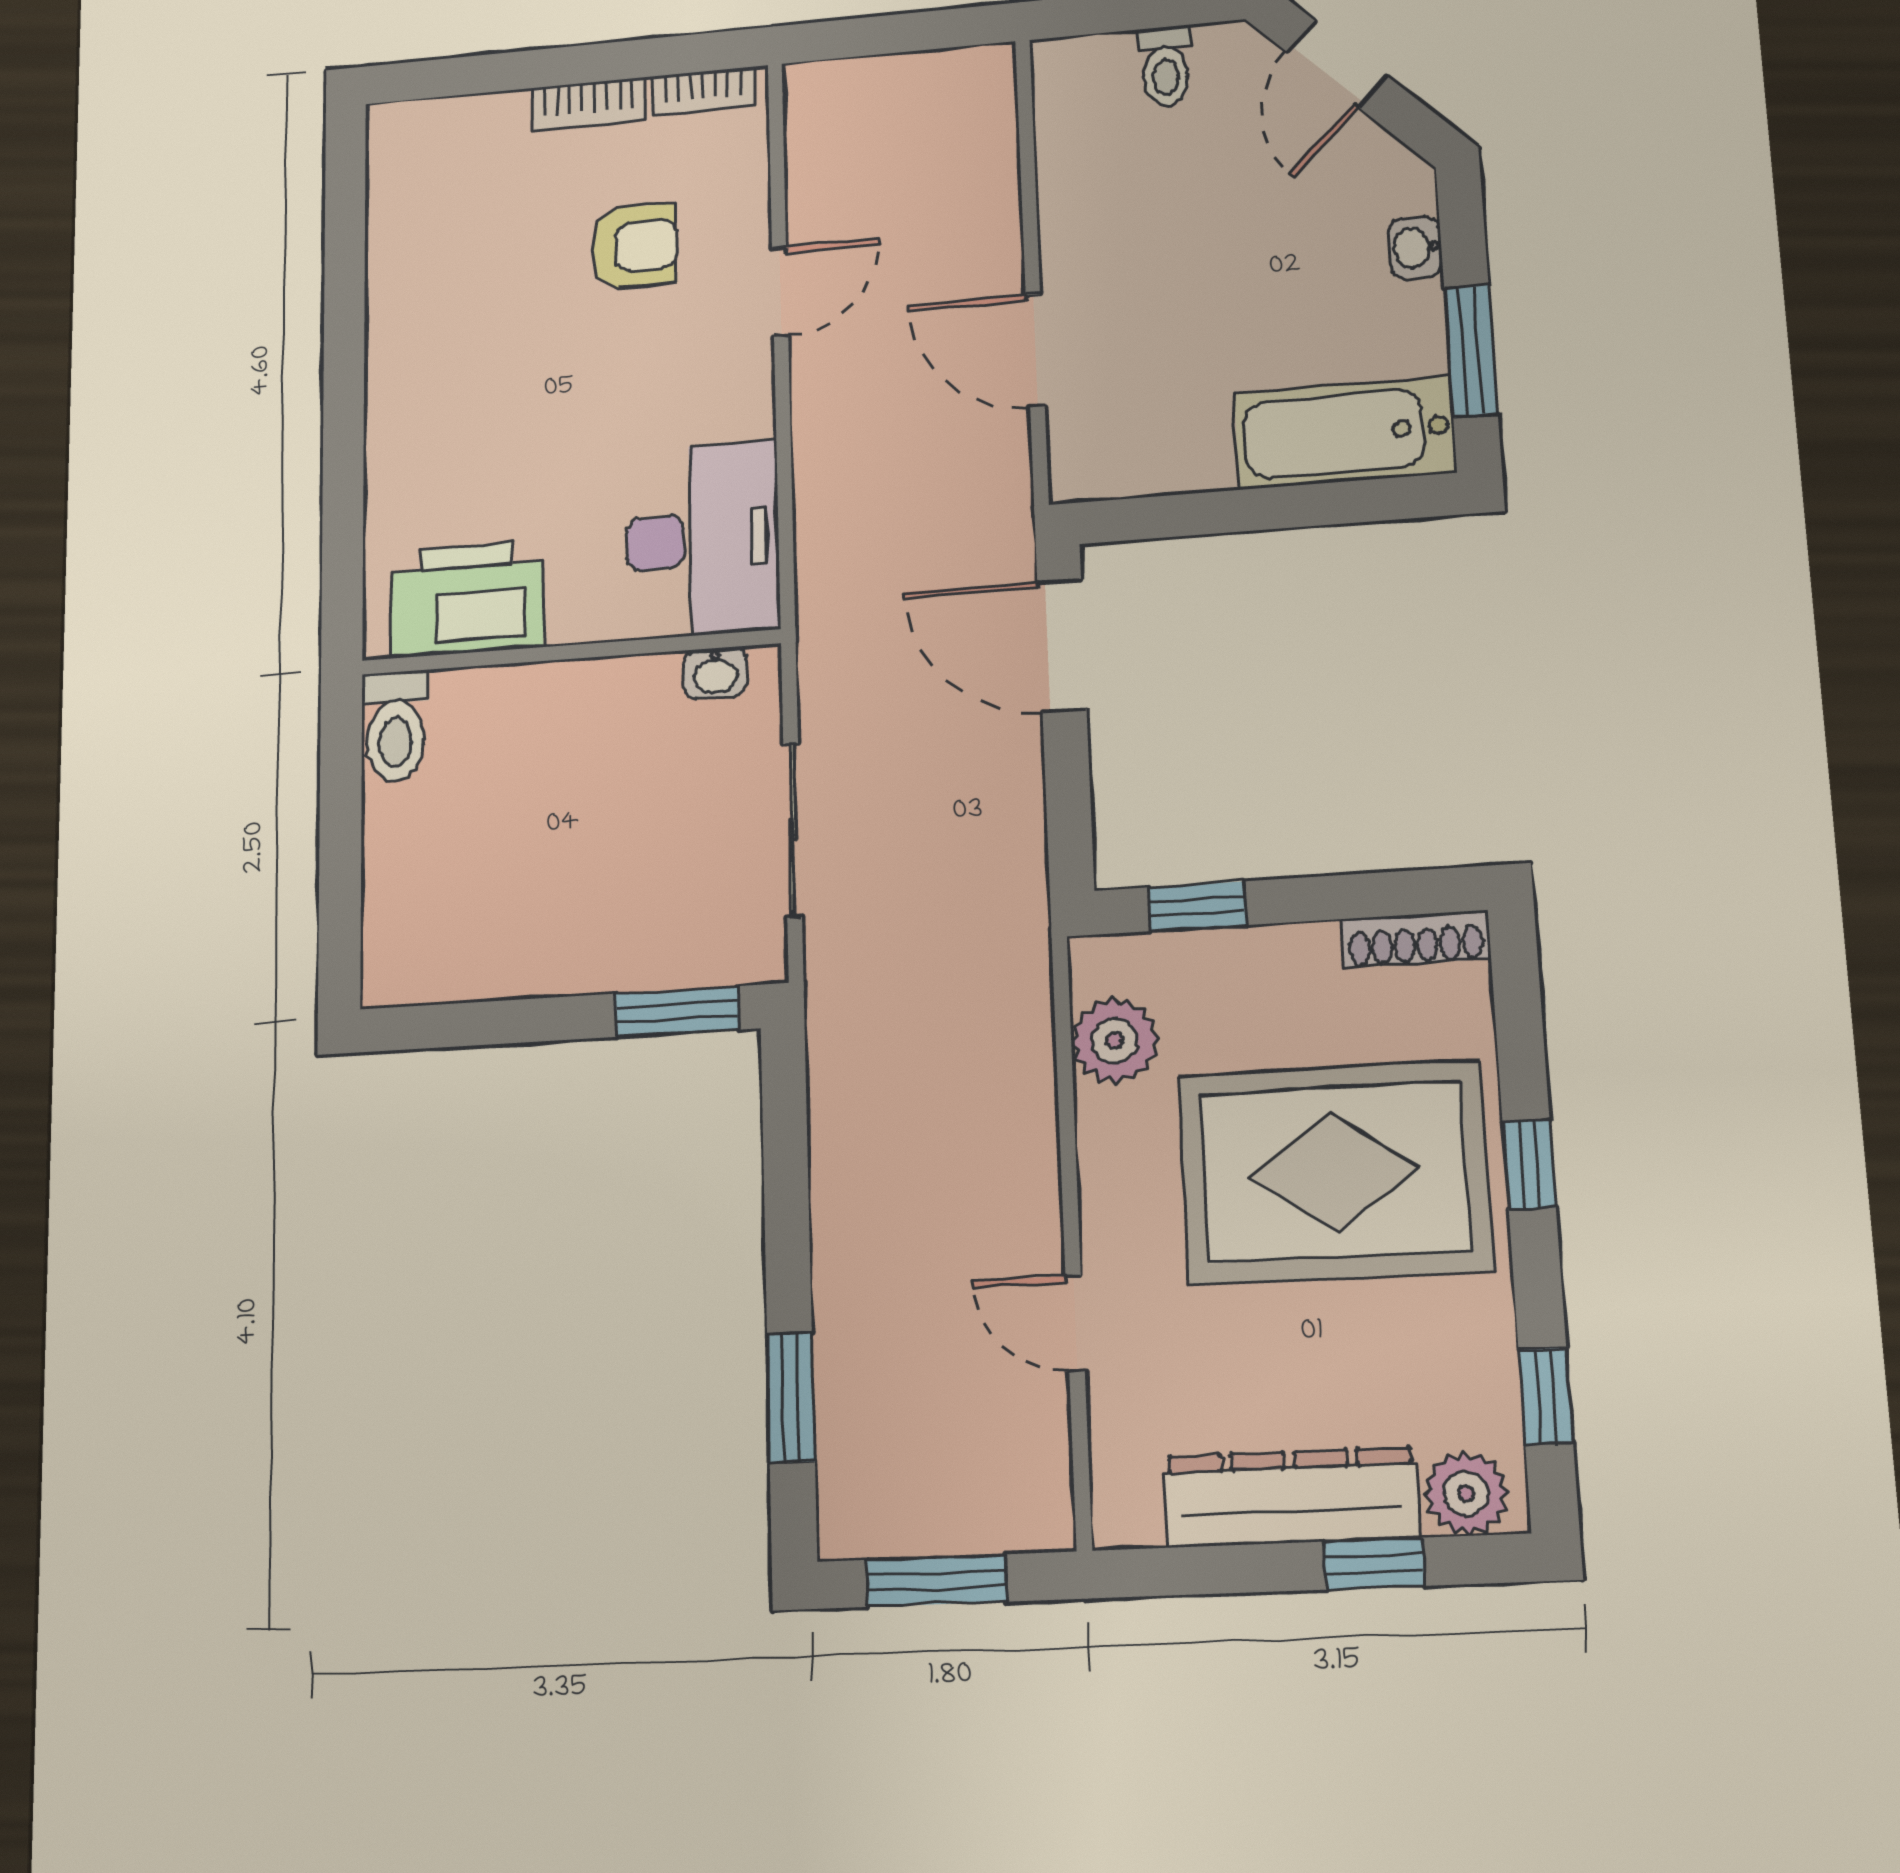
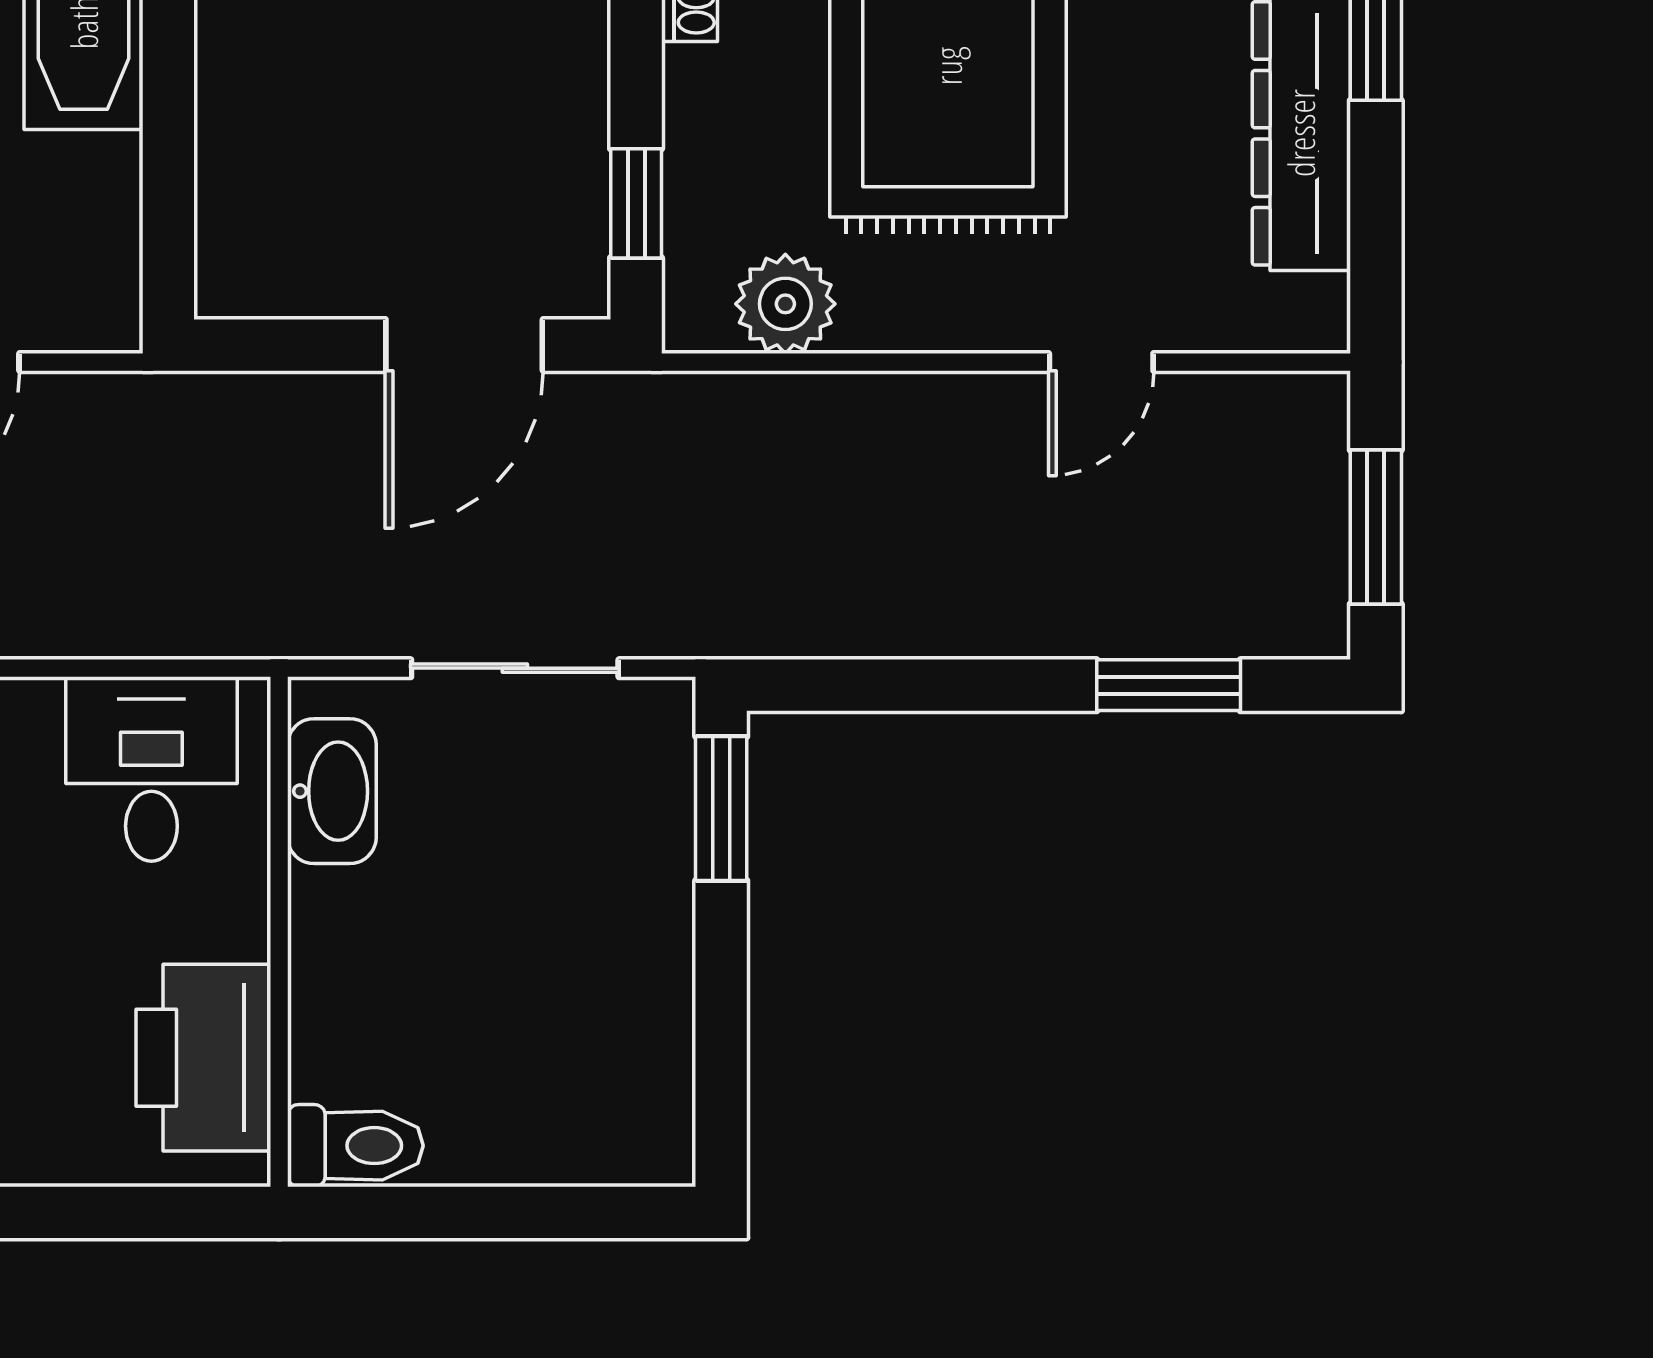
desk: (702, 539) -> (151, 769), width x0.73
door: (1062, 645) -> (464, 345), moved
washbasin: (715, 673) -> (332, 791), width x1.91, depth x1.45

